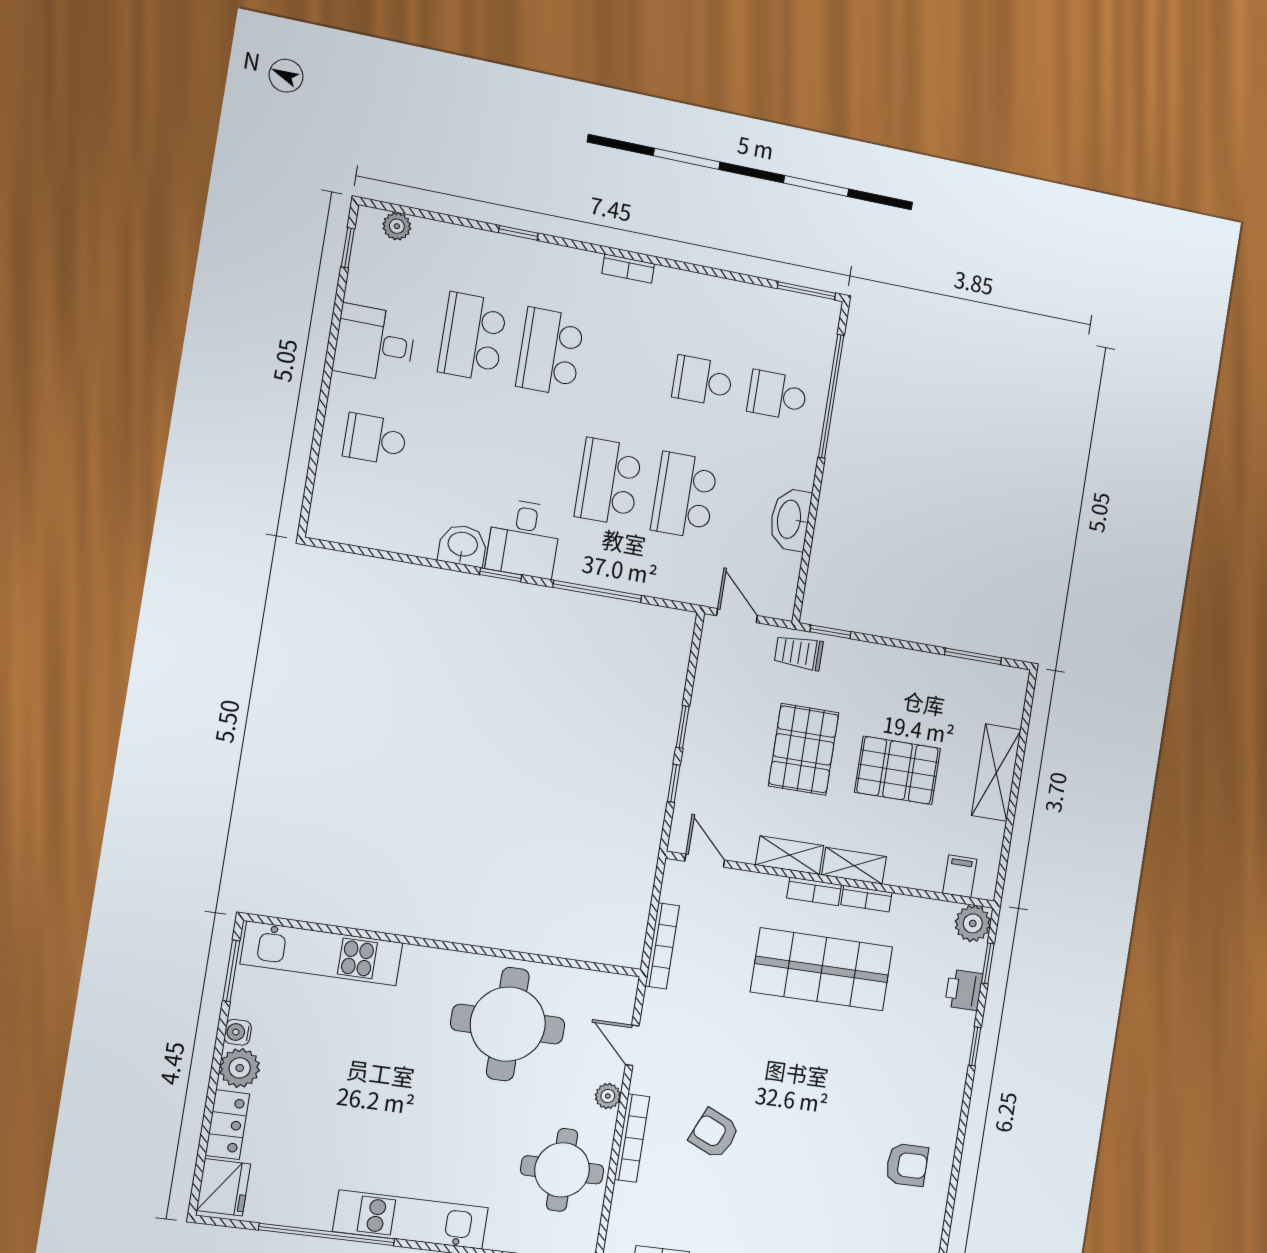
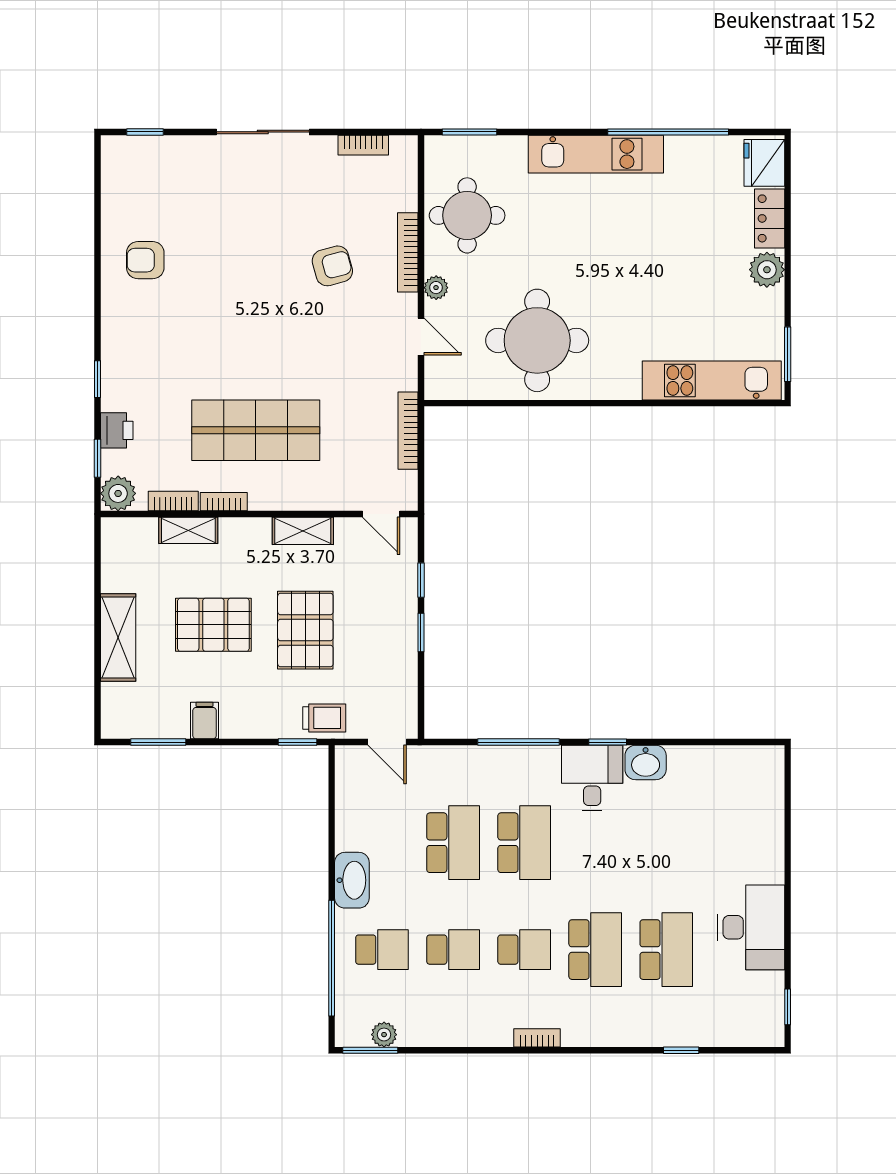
plant: (397, 226) -> (384, 1035), moved
window: (518, 233) -> (681, 1050), moved
desk: (375, 343) -> (751, 927), width x1.37
school desk: (375, 439) -> (524, 950), moved
washbasin: (790, 519) -> (352, 880), moved
shelving: (854, 866) -> (188, 530), moved
filing cabinet: (960, 876) -> (205, 721), moved, turned 180
bookcase: (814, 891) -> (173, 501), moved
water cooler: (238, 1032) -> (774, 301), removed
armchair: (714, 1134) -> (332, 266), turned -39

